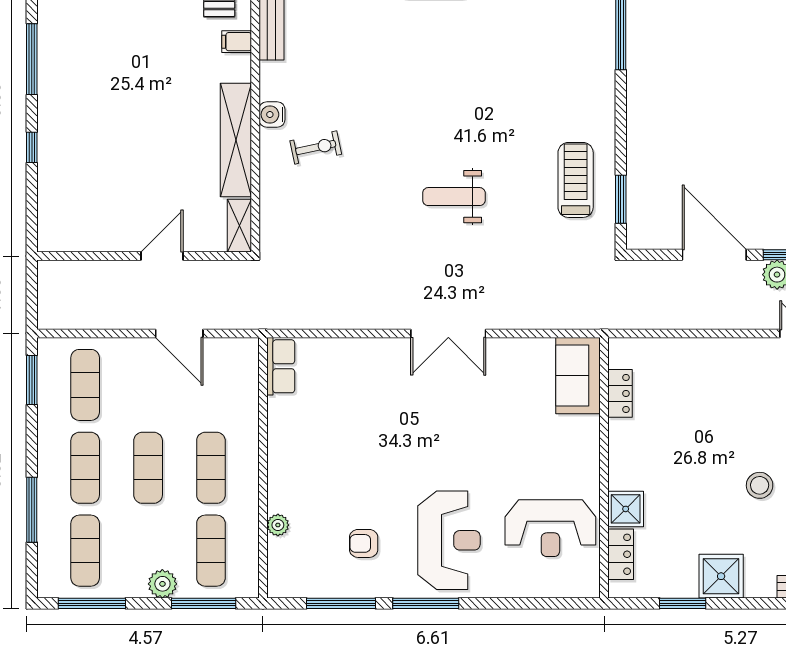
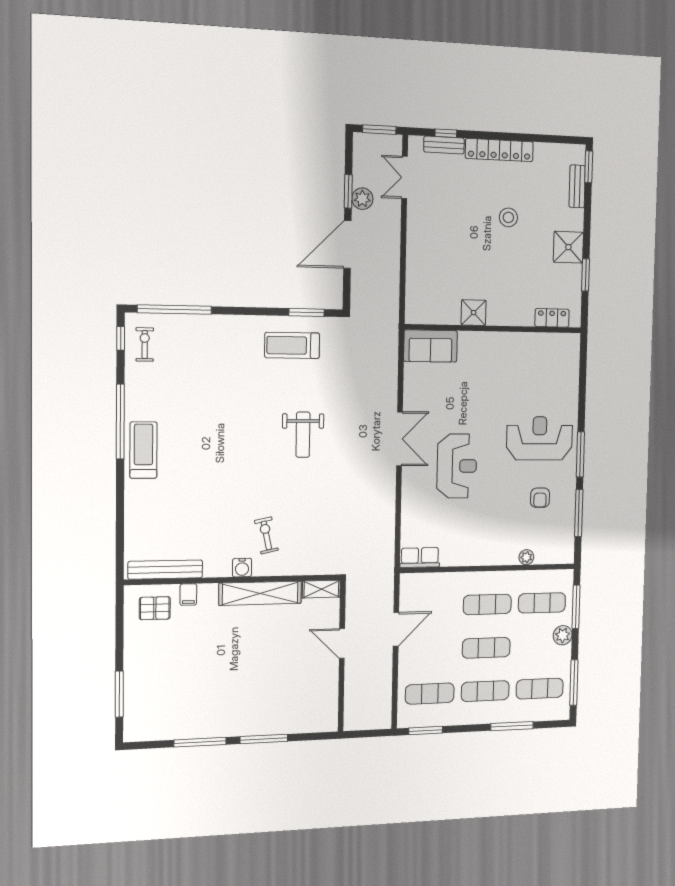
window: (32, 147) -> (264, 739), width x2.17
locker: (620, 393) -> (443, 316), removed
shower: (626, 509) -> (474, 313), moved
reception desk: (550, 528) -> (457, 466), moved

